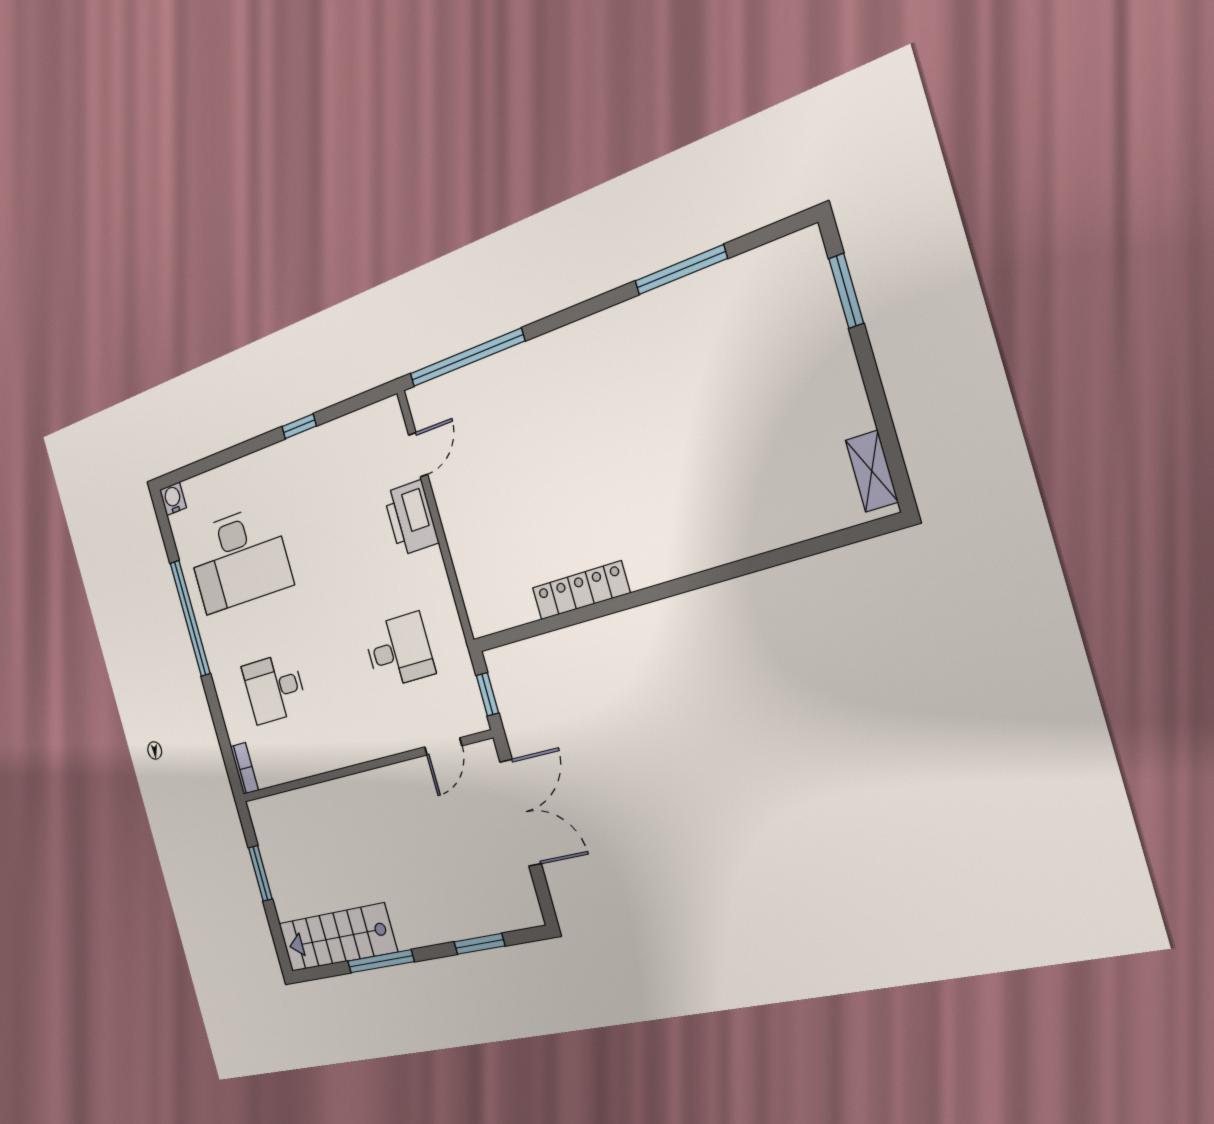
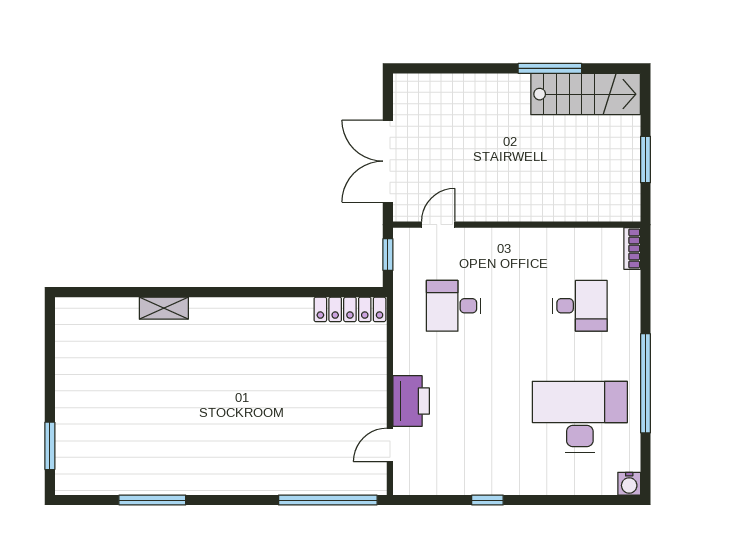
shelving: (872, 471) -> (164, 308), moved, turned 90
locker: (581, 590) -> (350, 309), moved
window: (479, 944) -> (455, 68), removed

